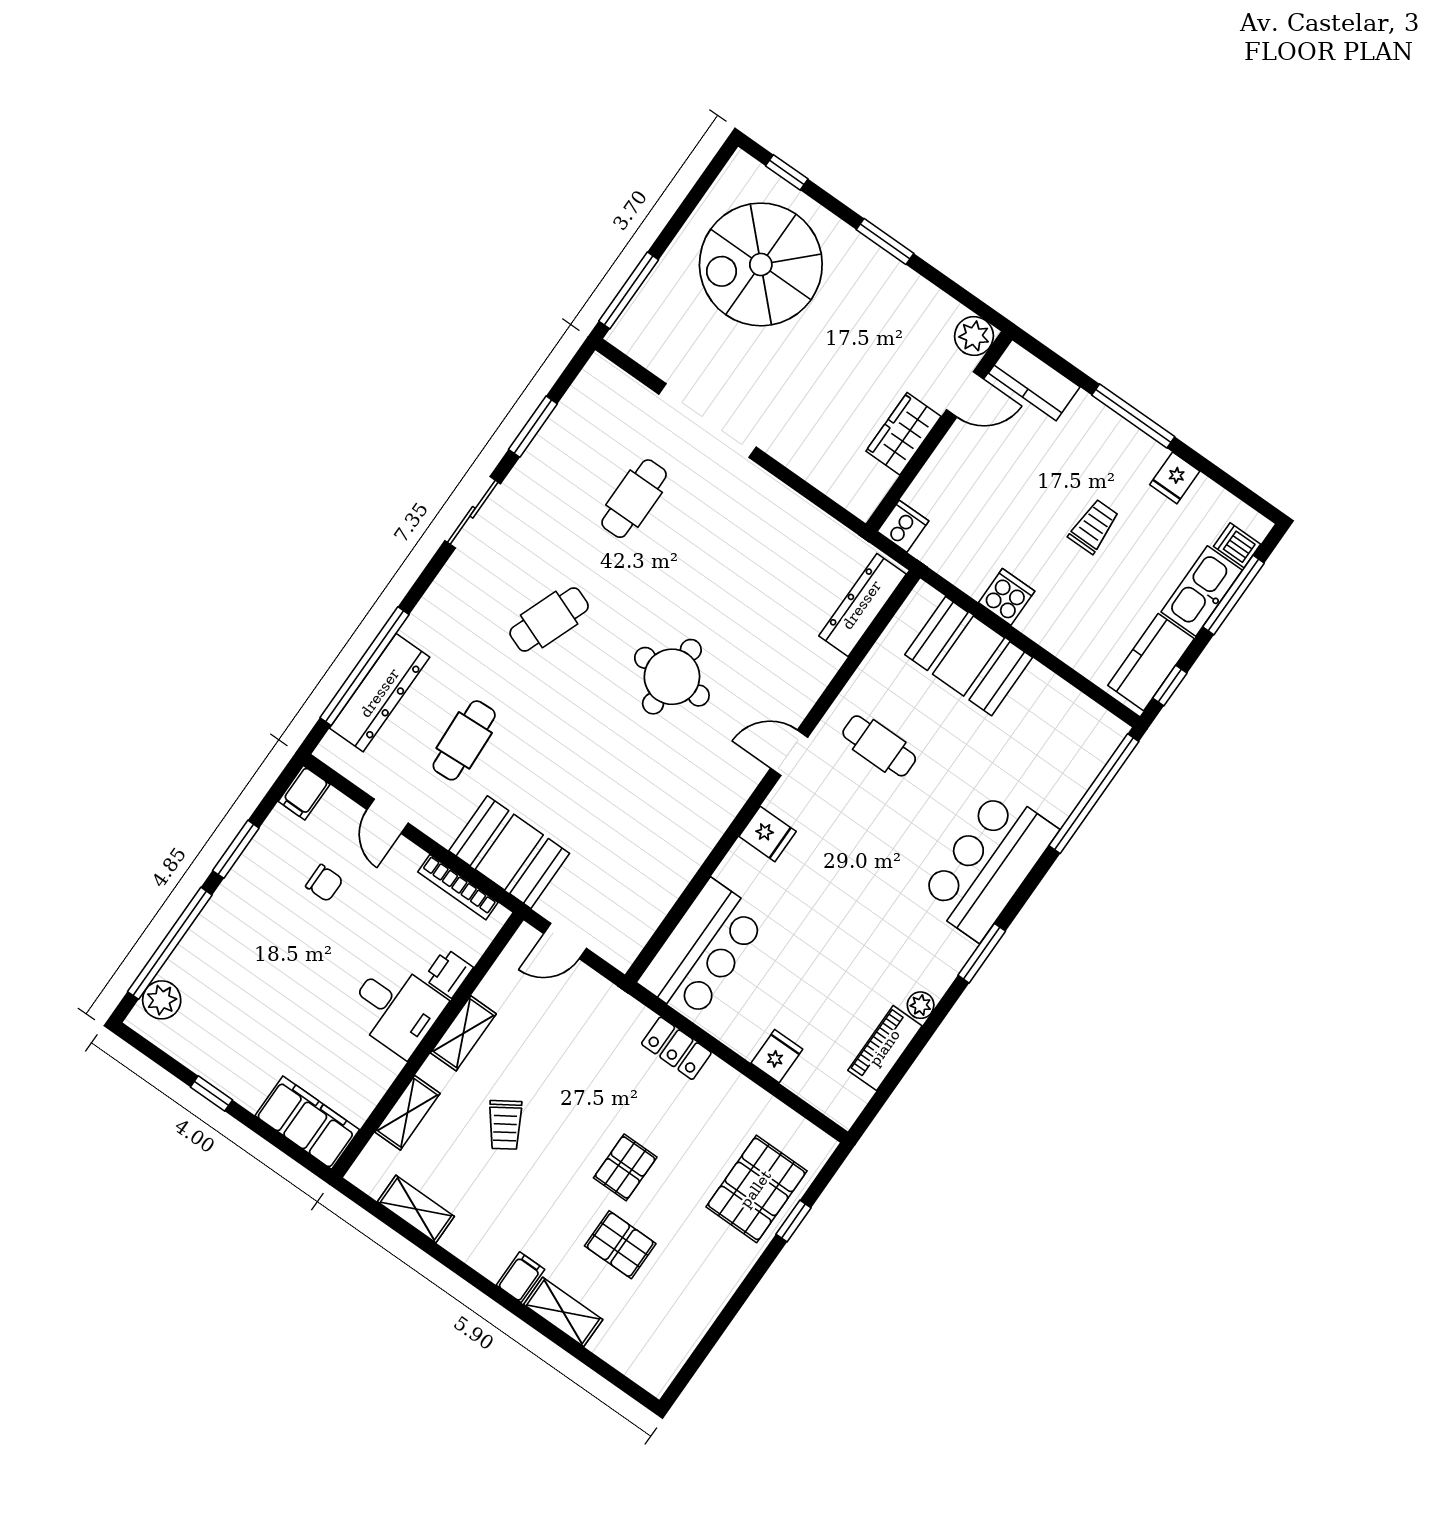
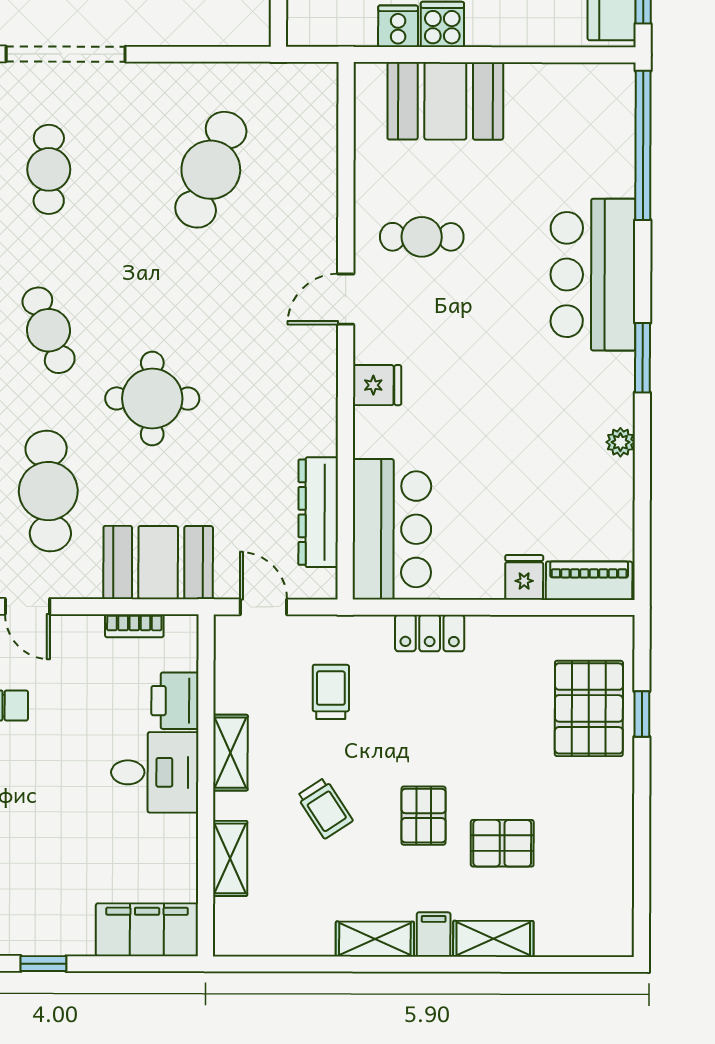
cooker: (903, 526) -> (398, 26), moved
cafe table: (756, 584) -> (211, 170), added
dresser: (862, 605) -> (318, 512), moved
cafe table: (549, 620) -> (49, 330), turned -42
round table: (672, 677) -> (152, 399), moved
cafe table: (464, 740) -> (48, 491), width x1.37, depth x1.35
bookcase: (458, 887) -> (134, 626), width x0.64
door: (565, 941) -> (263, 607), swing flipped
printer: (448, 973) -> (175, 701), width x1.36, depth x1.24
trolley: (571, 1040) -> (331, 692), added
piano: (885, 1048) -> (589, 581), moved, turned 90
pallet: (625, 1167) -> (424, 816), moved
shelving: (416, 1209) -> (375, 939), moved

